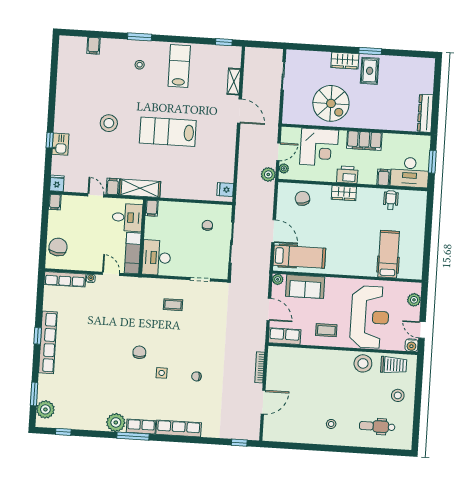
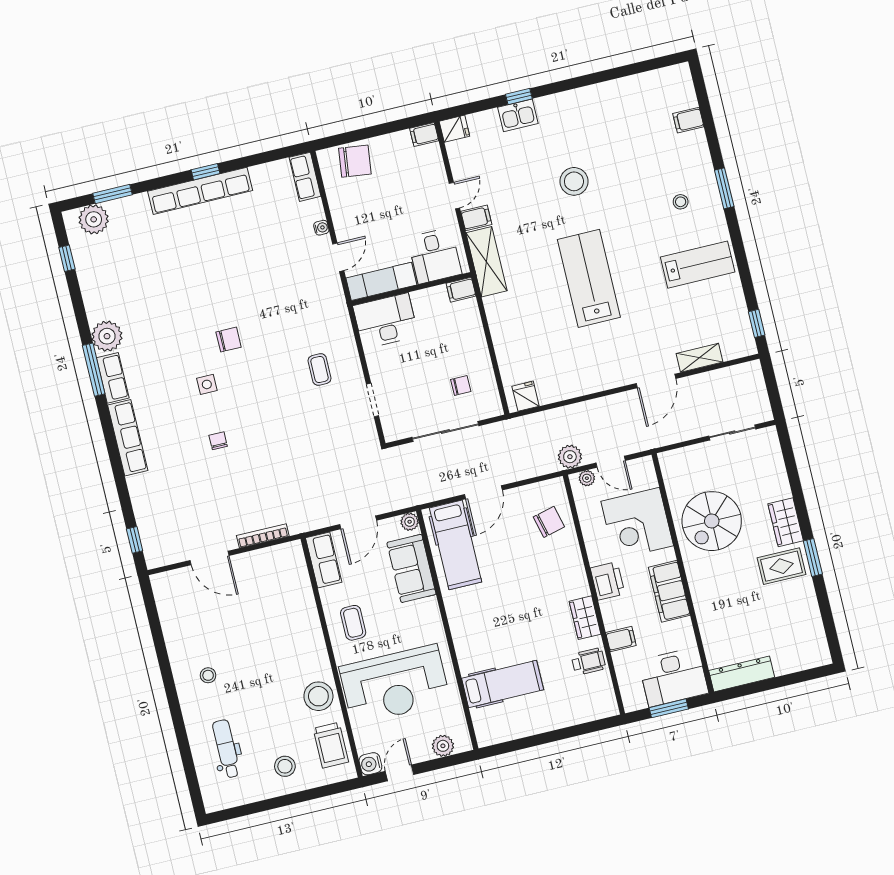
desk: (410, 172) -> (673, 677), moved, turned -90
wardrobe: (344, 193) -> (585, 618), moved
row of seats: (65, 279) -> (305, 177), width x0.68

